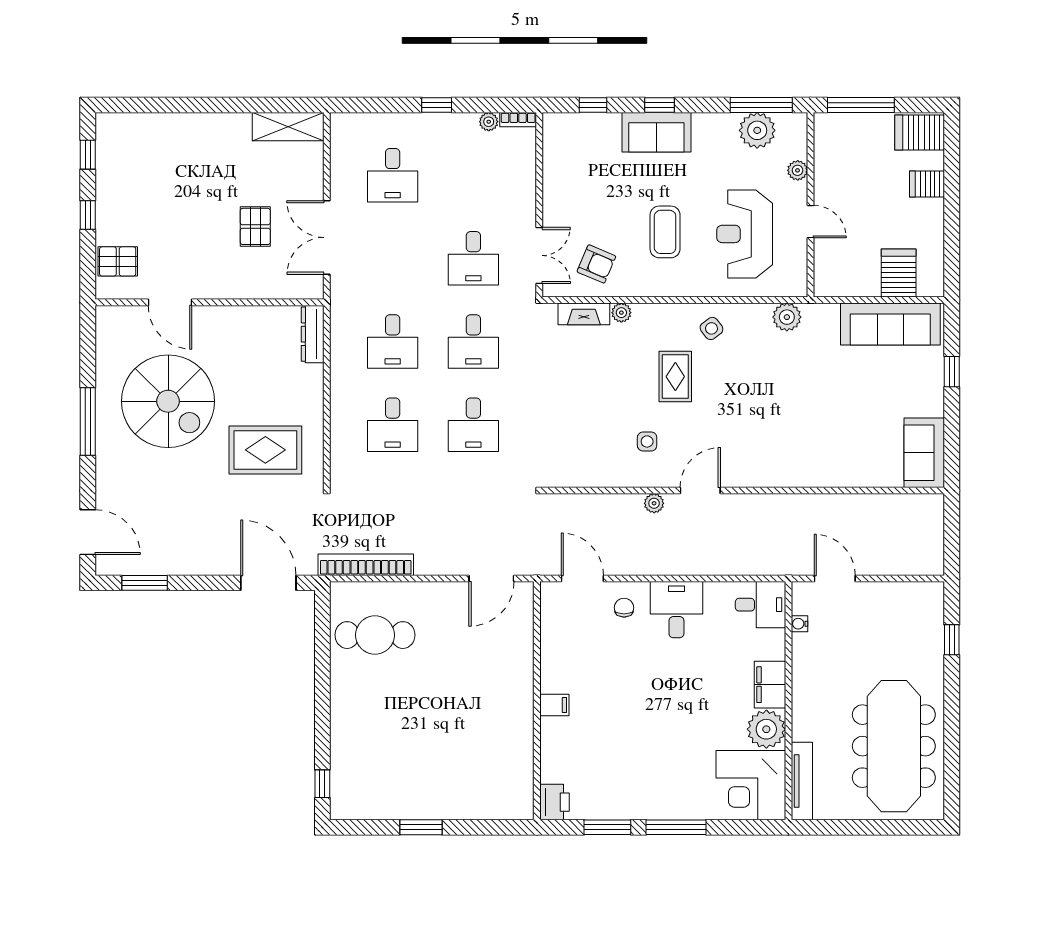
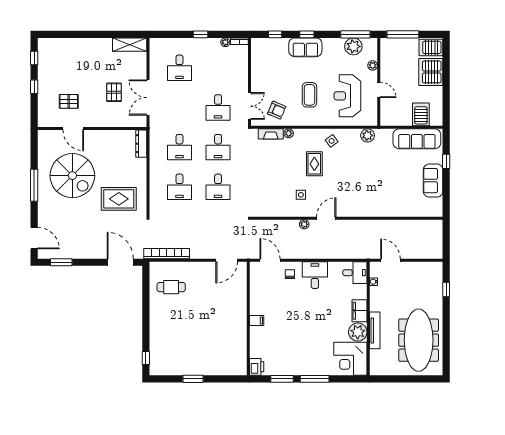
server rack: (927, 184) -> (431, 72), width x2.18, depth x1.44
pallet: (118, 261) -> (69, 101), moved
sofa: (924, 453) -> (433, 181), moved
cafe table: (375, 635) -> (171, 287), width x0.73, depth x0.74
tv unit: (802, 781) -> (375, 330), moved

